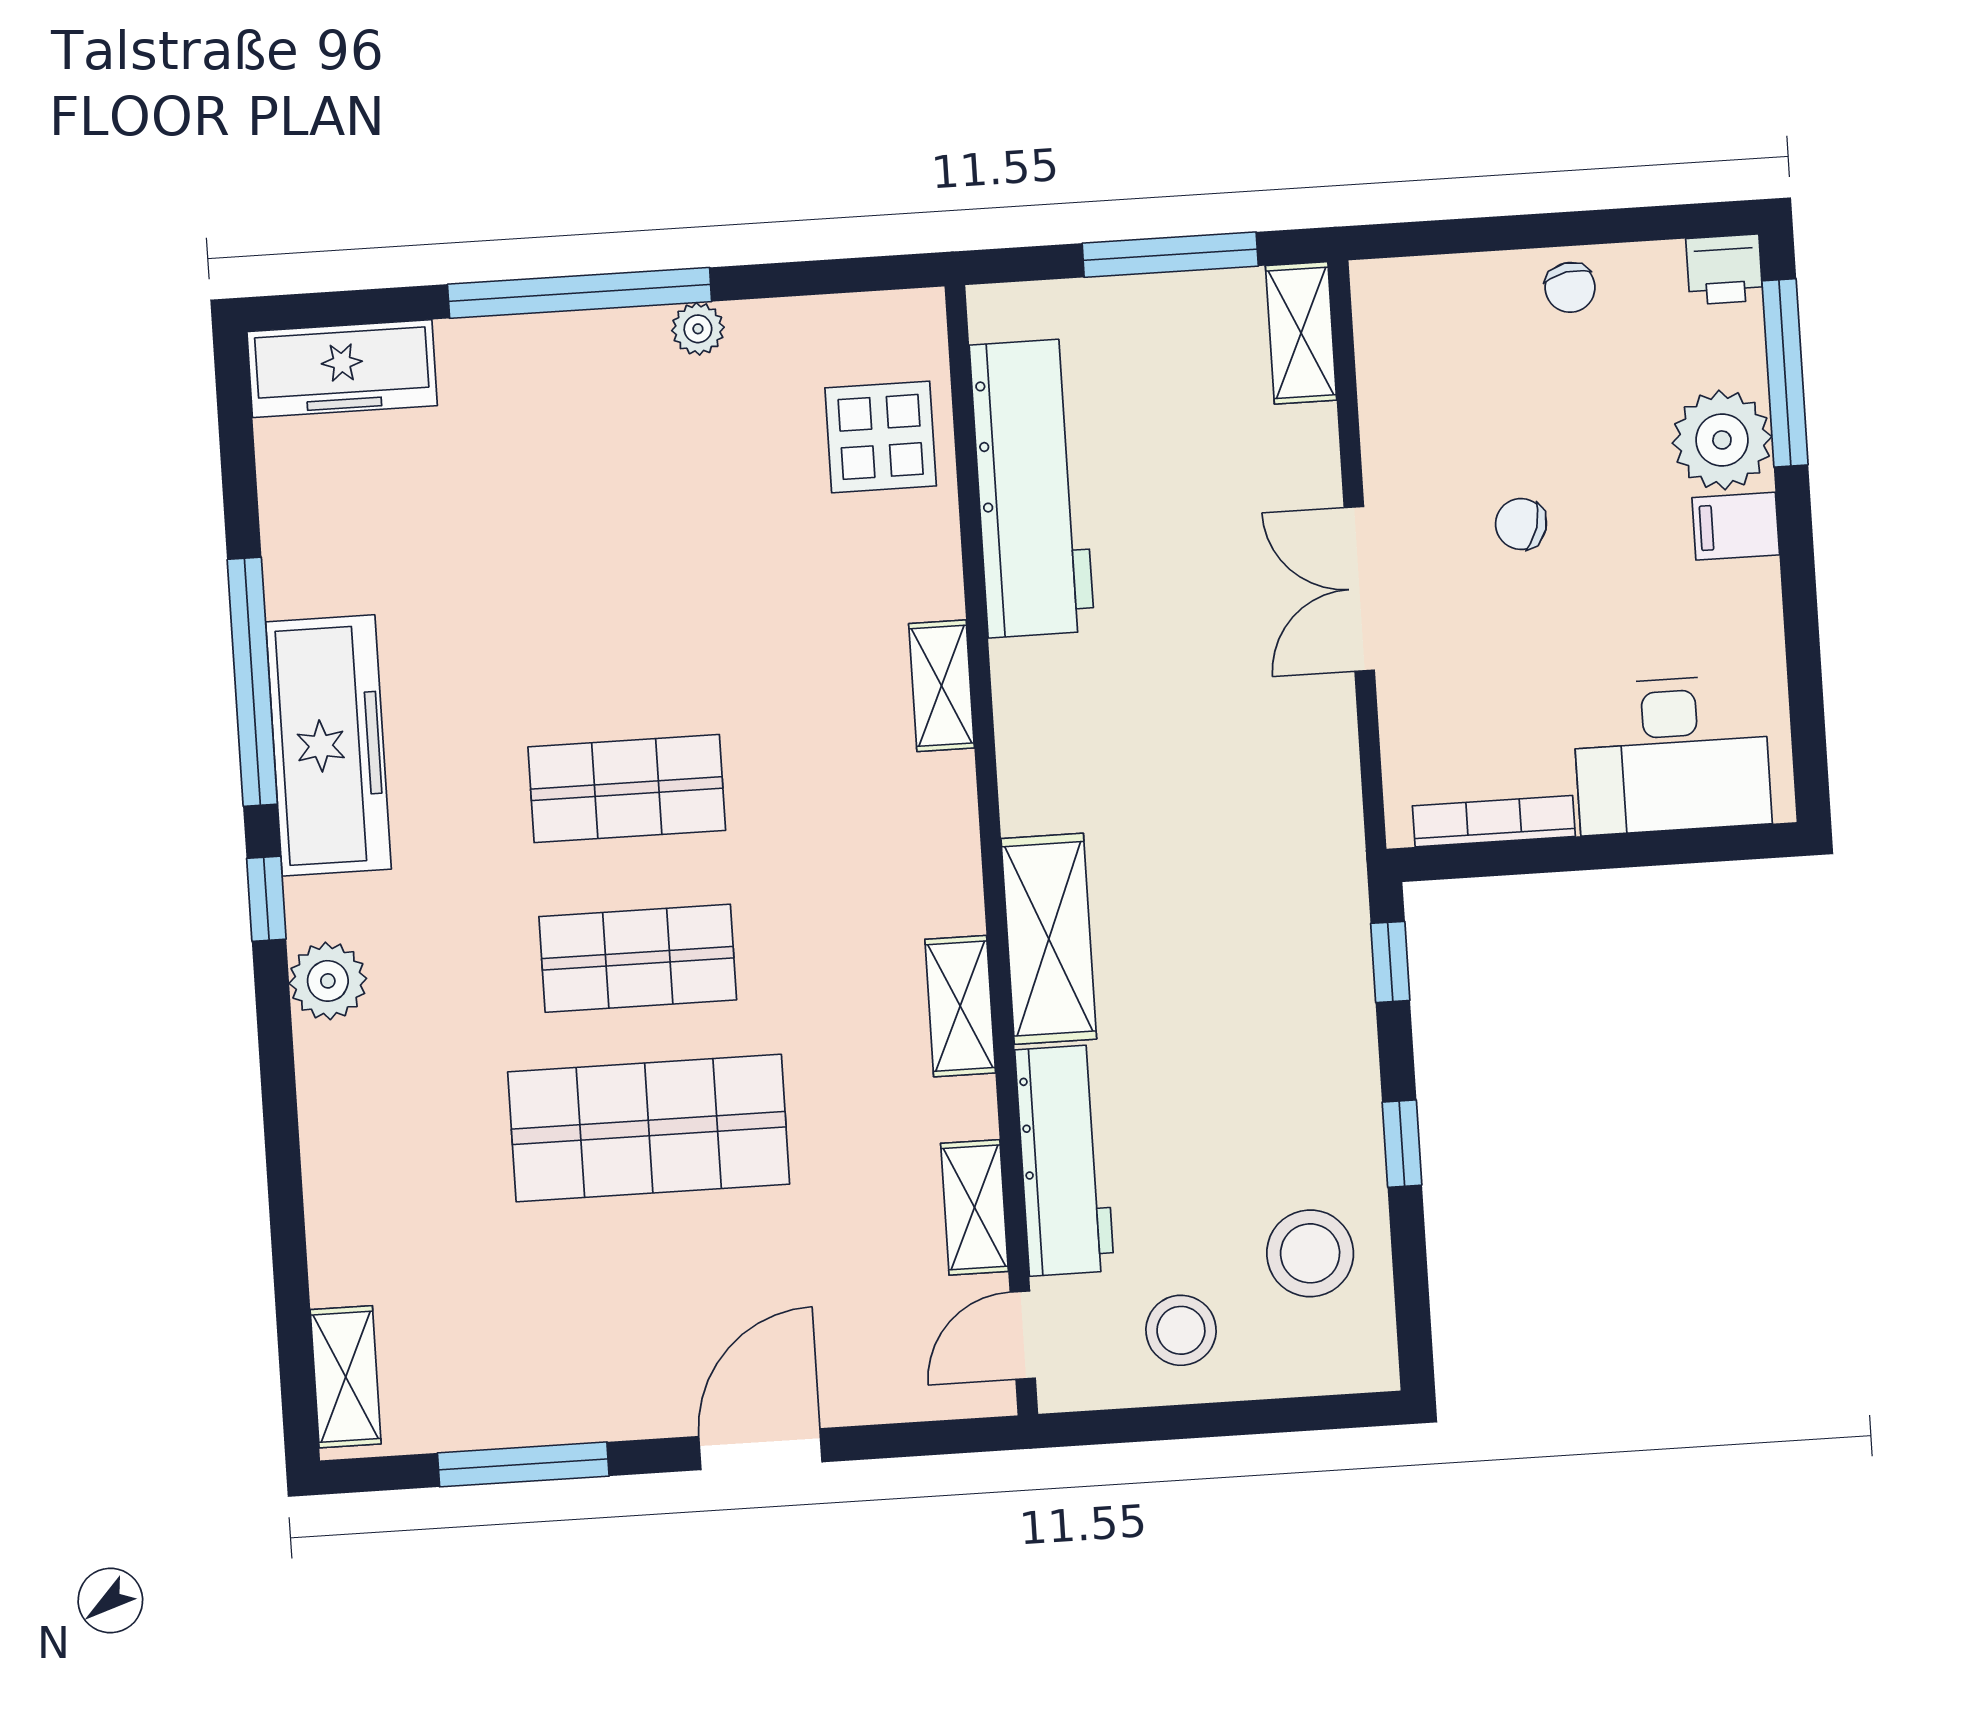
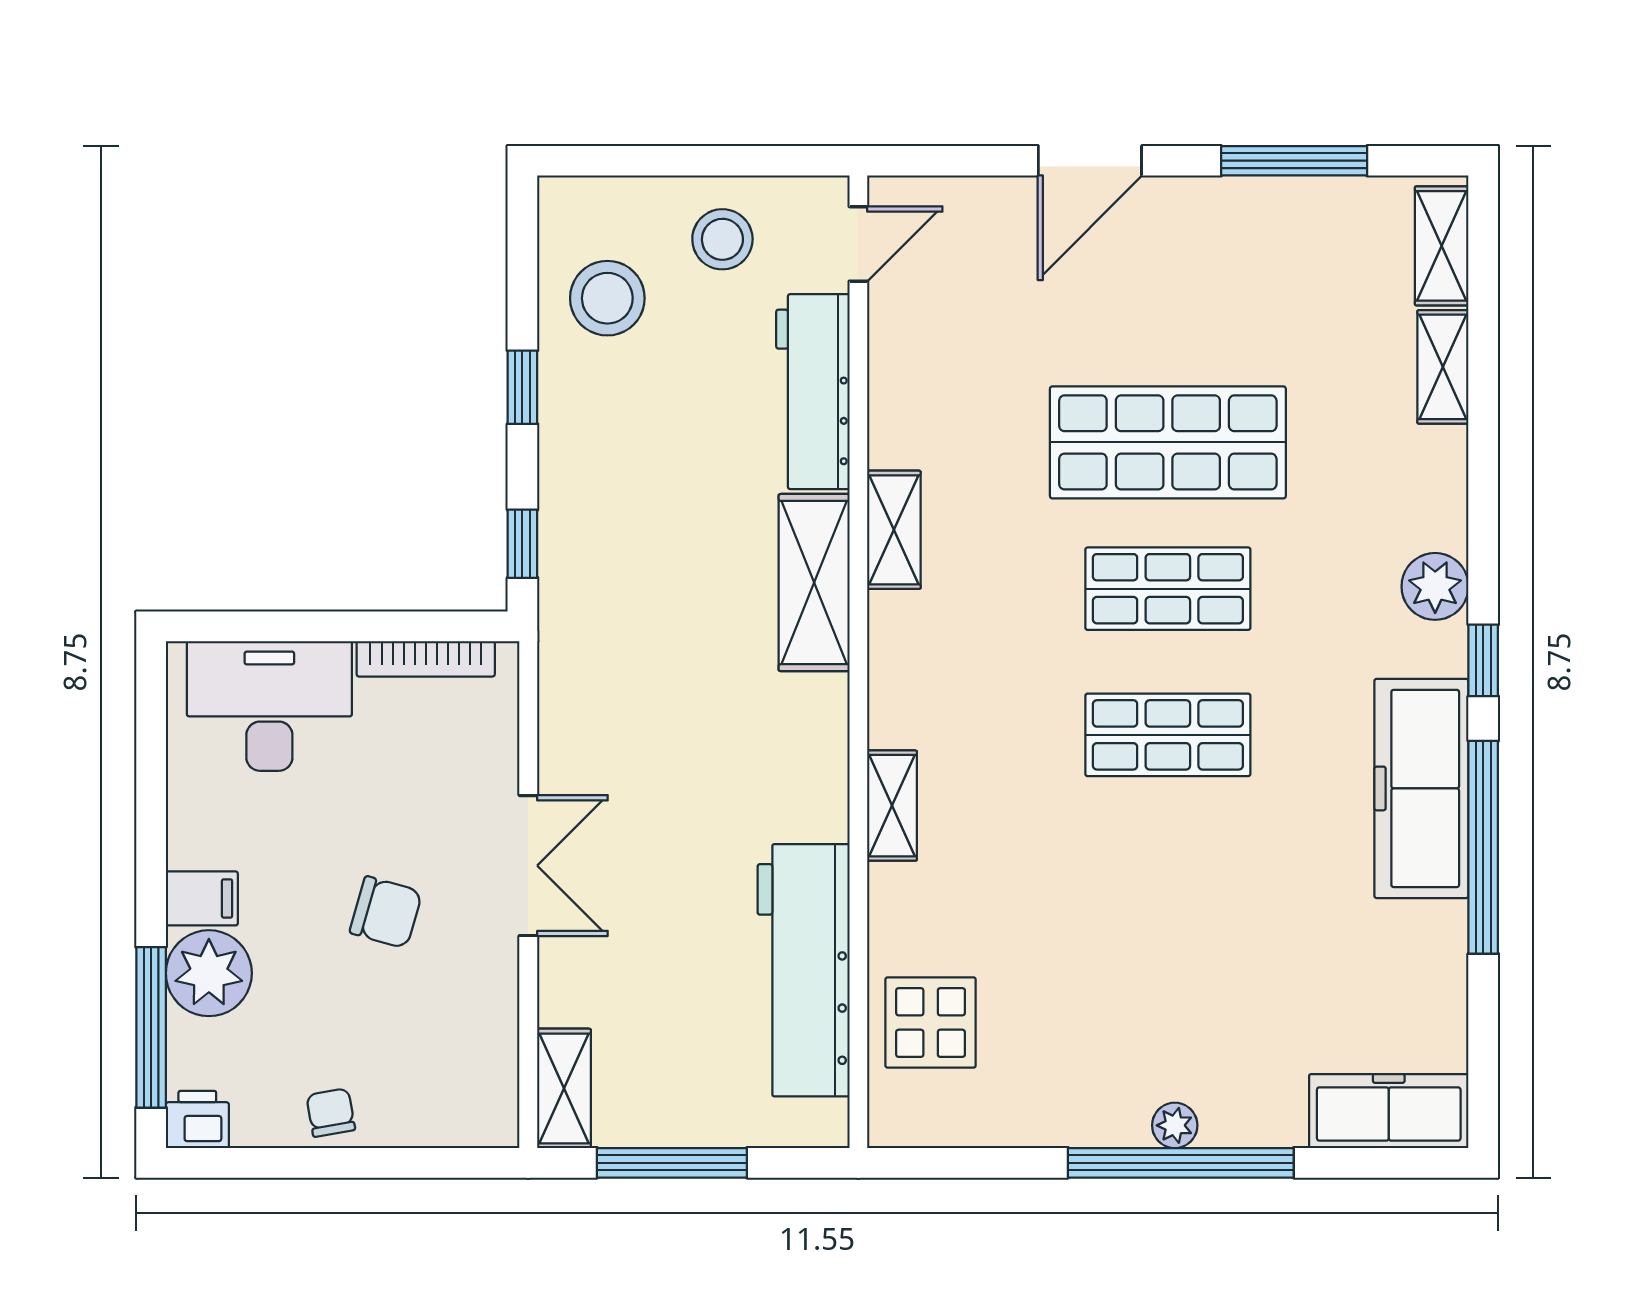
plant: (698, 329) -> (1175, 1125), moved
chair: (1521, 524) -> (386, 912), width x1.37, depth x1.37
shelving: (974, 1207) -> (1443, 367), moved

